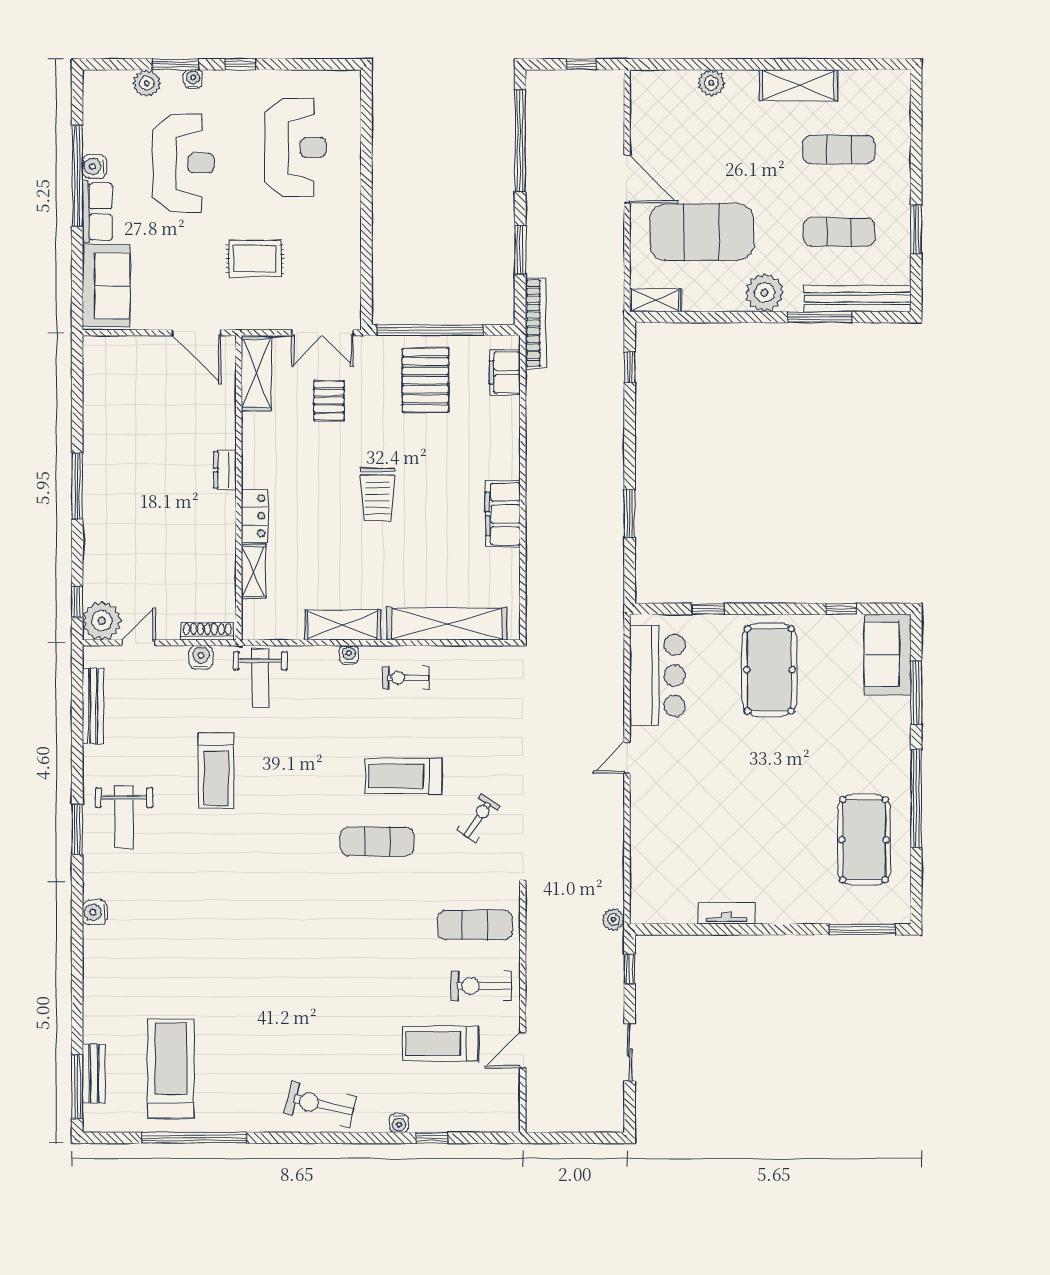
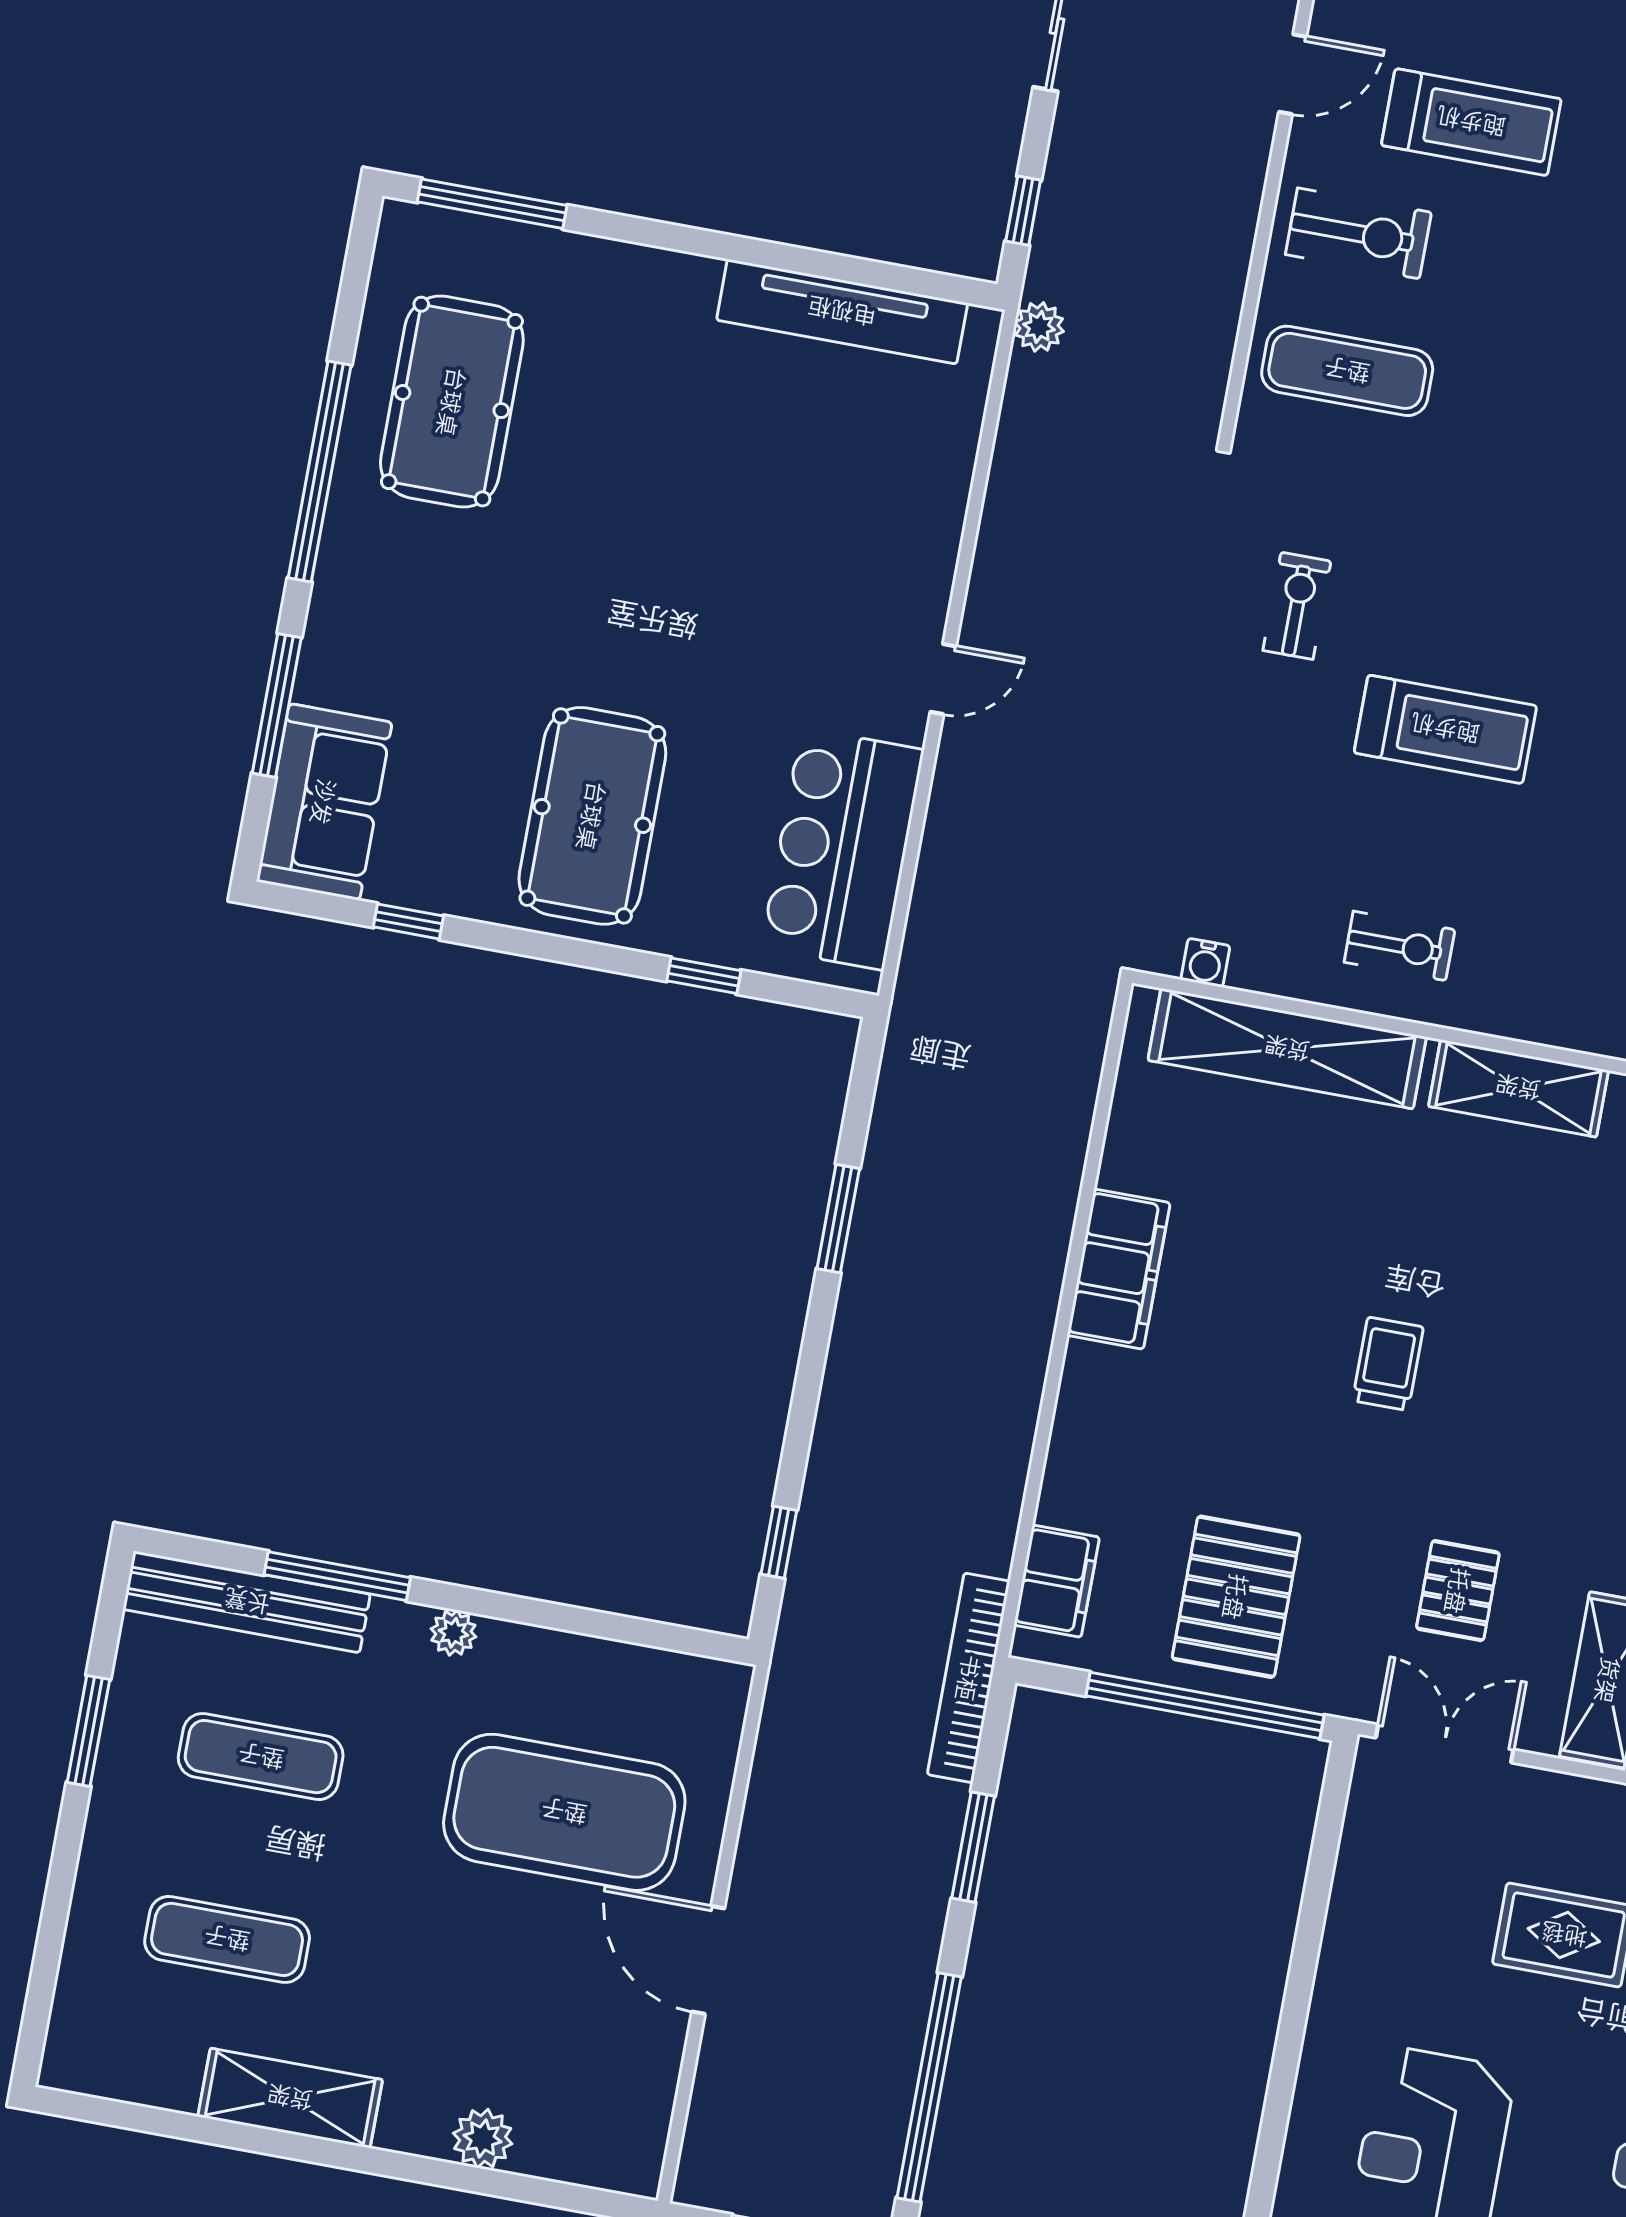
plant: (765, 293) -> (453, 1633), width x0.53, depth x0.53
shelving: (655, 300) -> (694, 1680), removed
trolley: (378, 494) -> (1388, 1364), width x0.73, depth x0.72
water cooler: (349, 655) -> (1205, 963), moved
exercise bike: (478, 818) -> (1297, 606), turned 146
exercise mat: (377, 842) -> (1530, 595), removed
tv unit: (727, 913) -> (842, 312), width x1.92, depth x1.29

